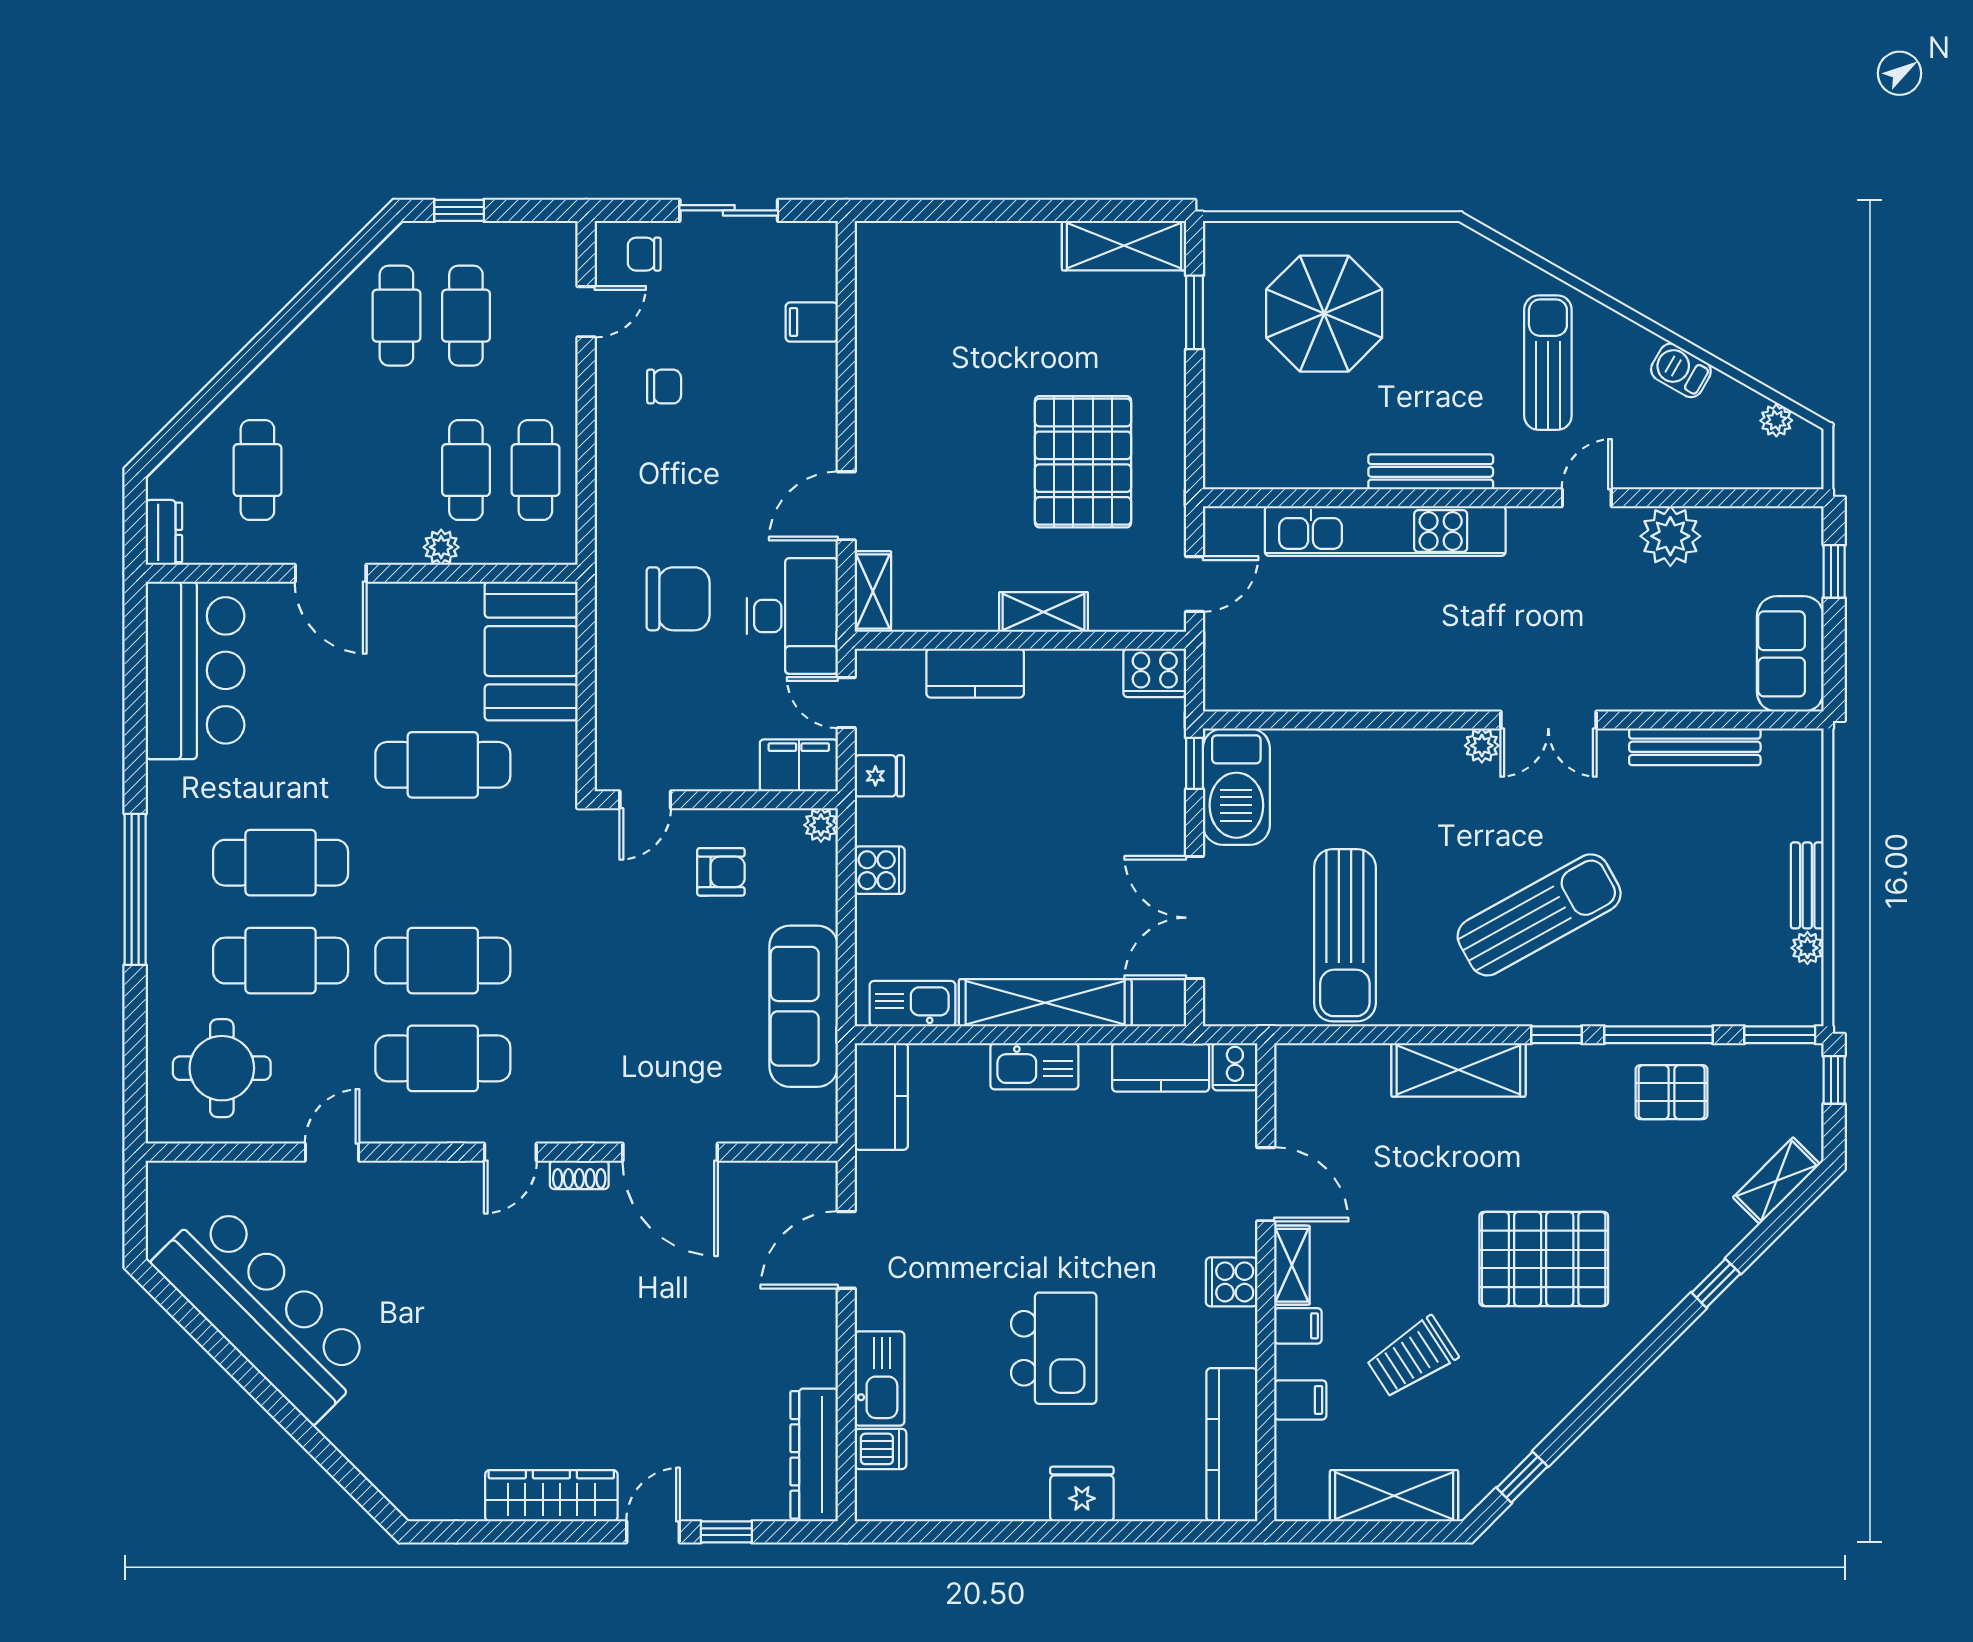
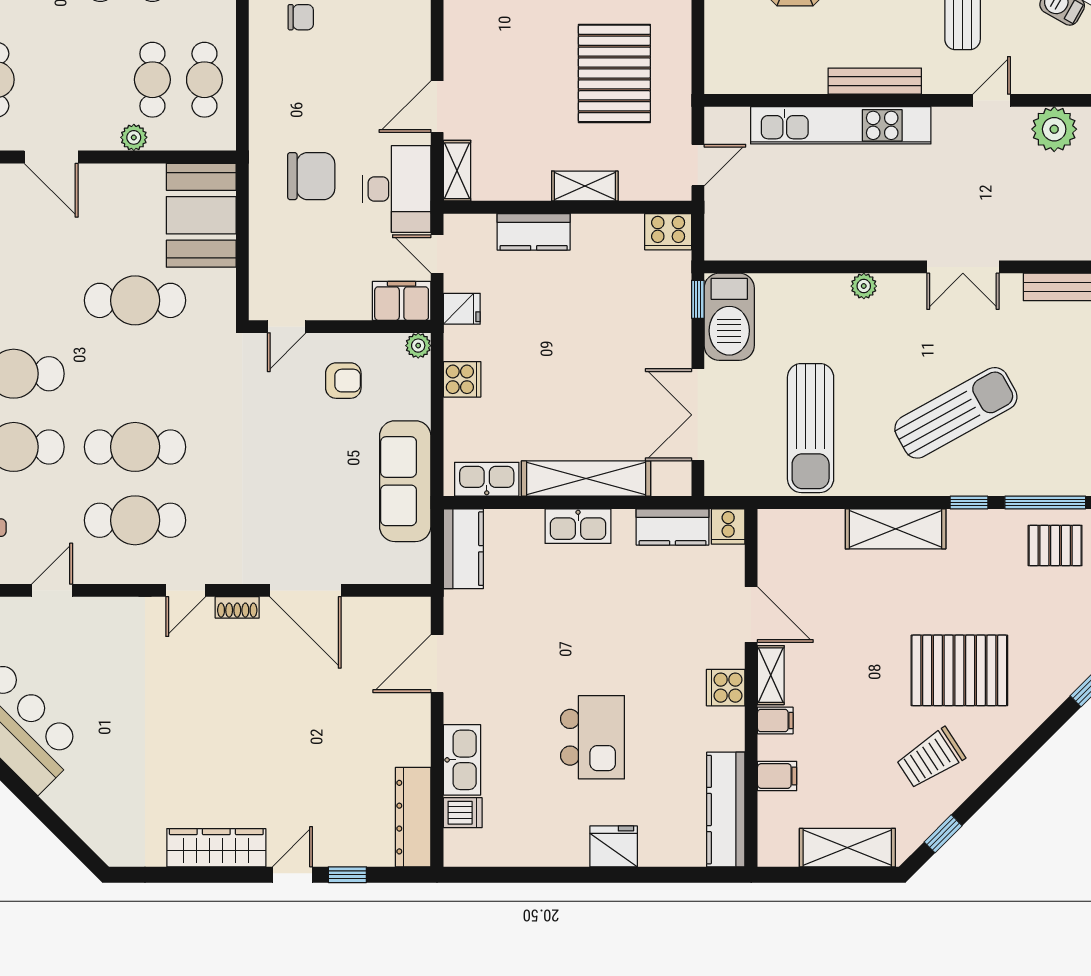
plant: (1482, 746) -> (864, 286), moved
trolley: (1412, 1357) -> (931, 758), moved

